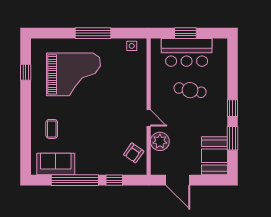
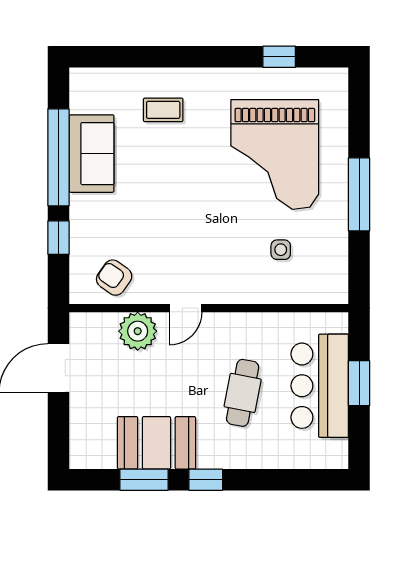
side table: (132, 46) -> (281, 250), moved
booth: (214, 156) -> (156, 443), moved
sofa: (56, 164) -> (92, 154), moved

